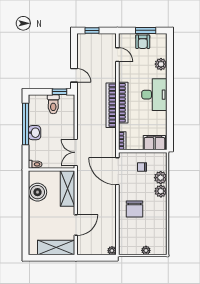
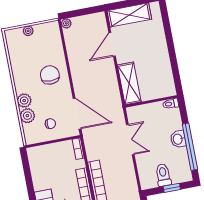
window: (59, 92) -> (172, 188), moved
filing cabinet: (154, 143) -> (42, 154), removed
double door: (76, 152) -> (130, 140), moved
boiler: (38, 192) -> (162, 73), removed

